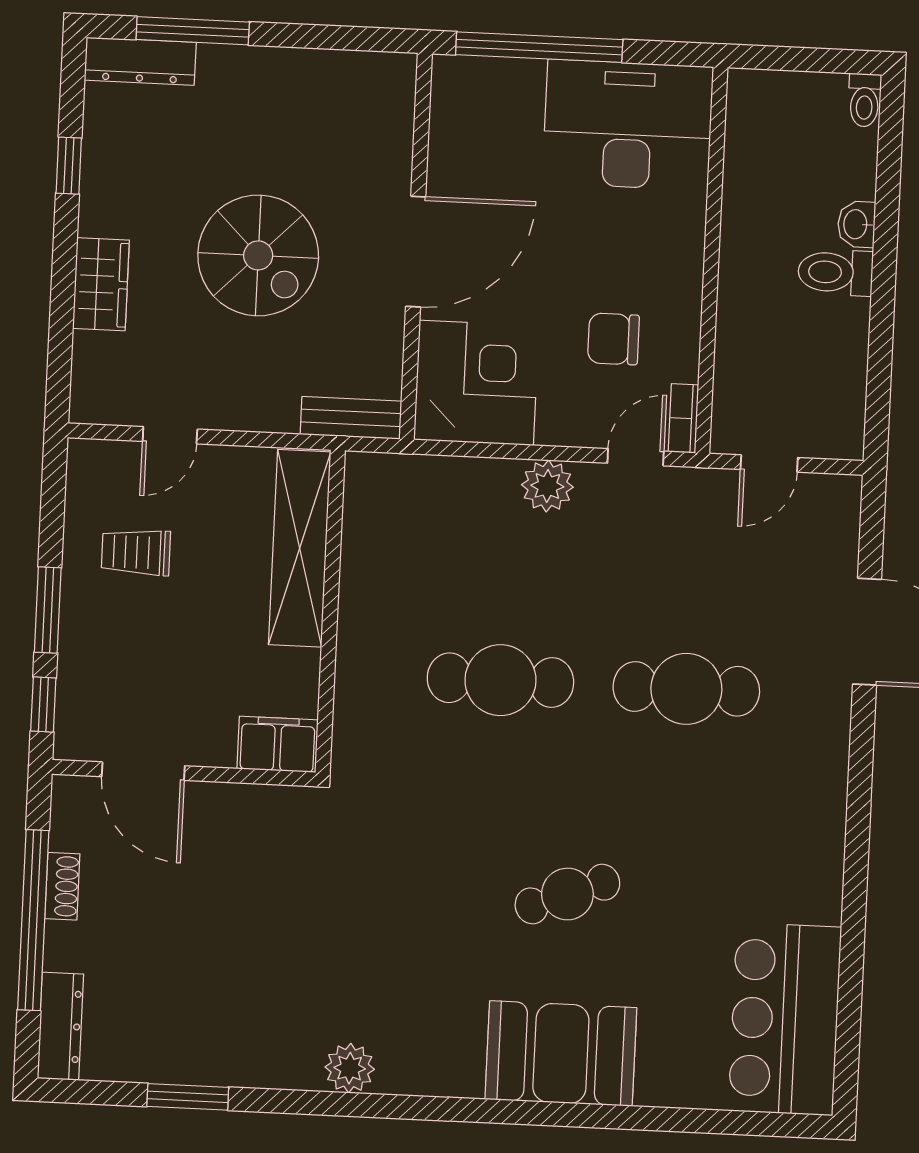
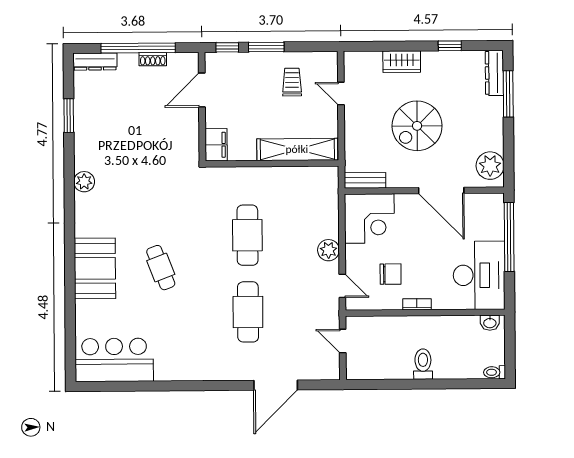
plant: (364, 84) -> (490, 166), added
washbasin: (856, 224) -> (490, 323), moved, turned 180
door: (416, 252) -> (441, 190), moved
chair: (613, 339) -> (391, 274), turned 90
bench: (351, 418) -> (365, 180), moved, turned 90
bookcase: (683, 418) -> (417, 304), moved

